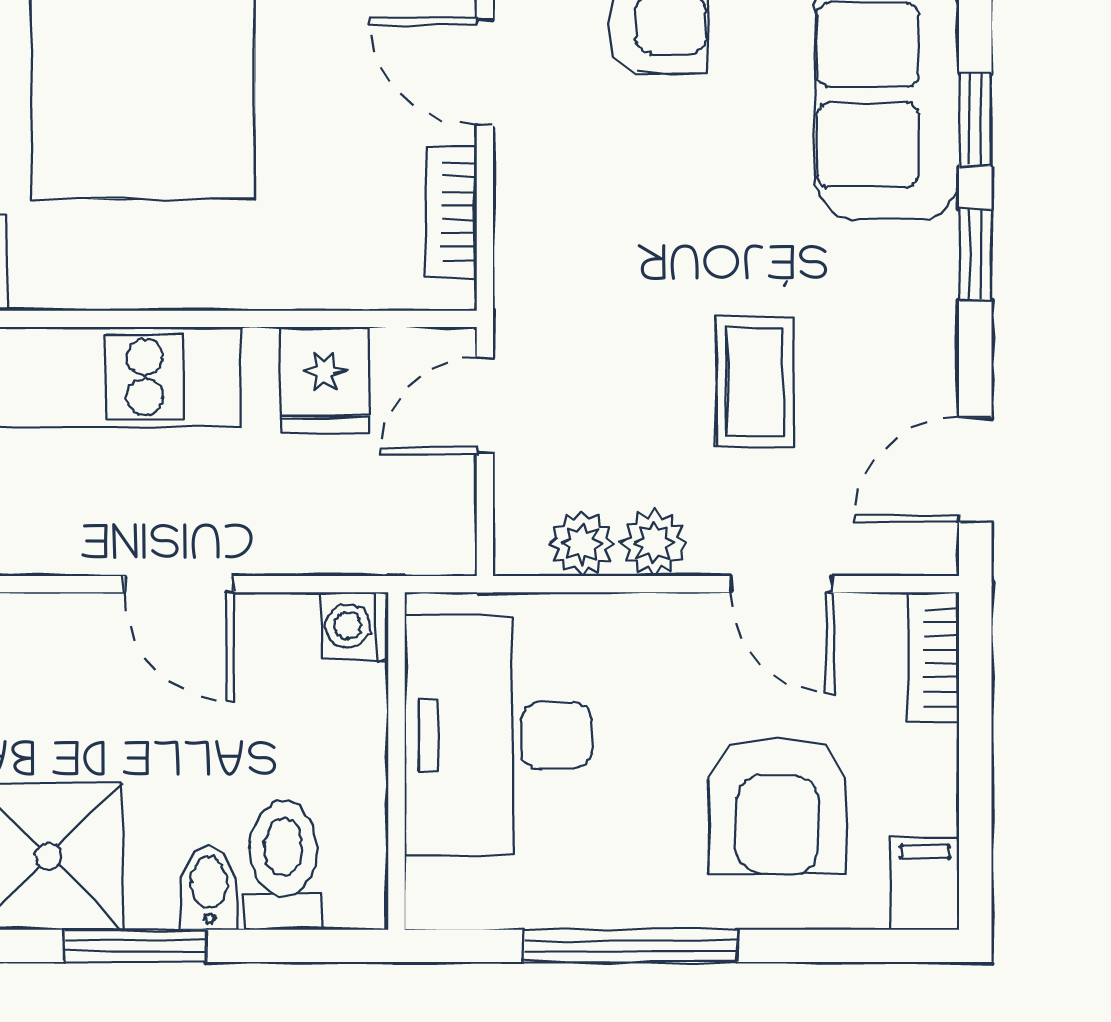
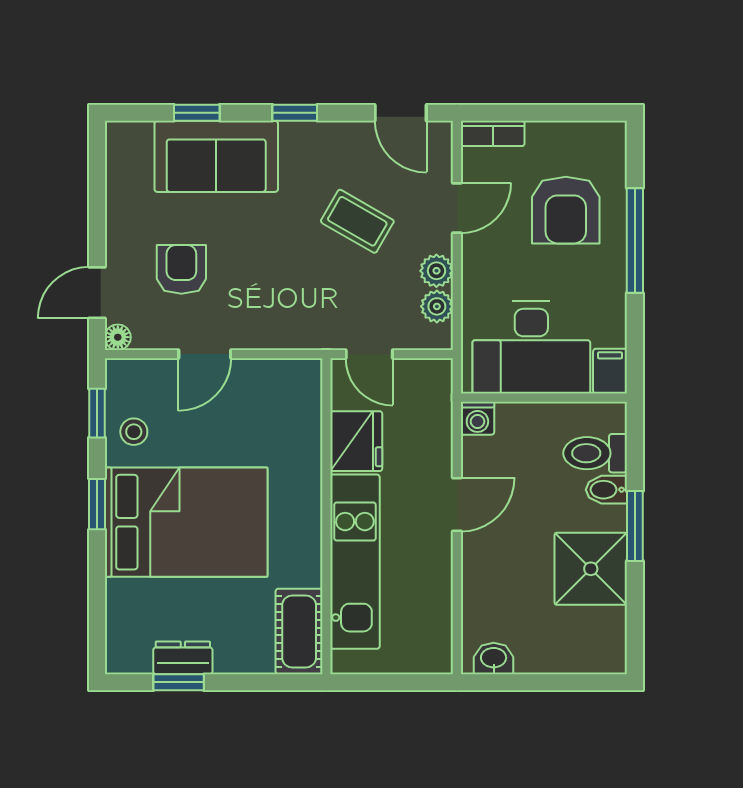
window: (975, 120) -> (197, 113), moved
bookcase: (451, 212) -> (274, 371), removed
fridge: (325, 380) -> (356, 441), width x1.38
coffee table: (755, 382) -> (357, 221), turned 30
armchair: (778, 805) -> (566, 210), turned 90
filing cabinet: (925, 884) -> (610, 371), moved, turned 90
window: (630, 946) -> (635, 241), moved

